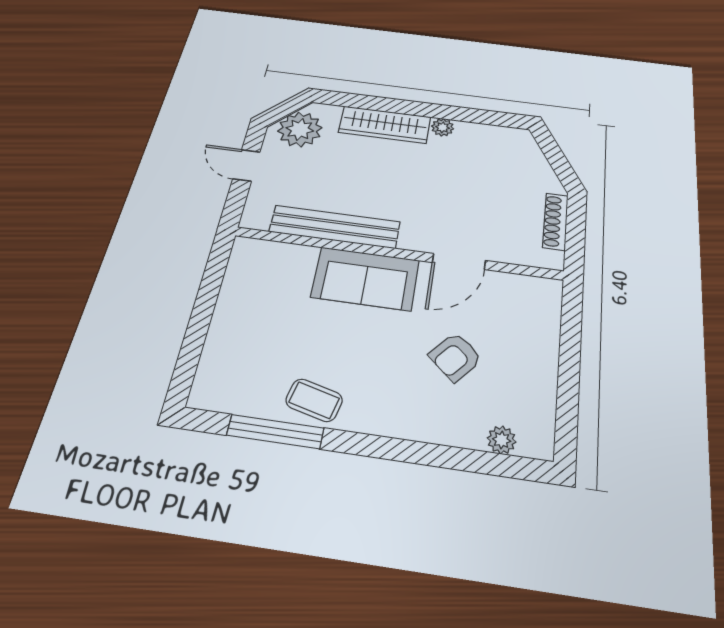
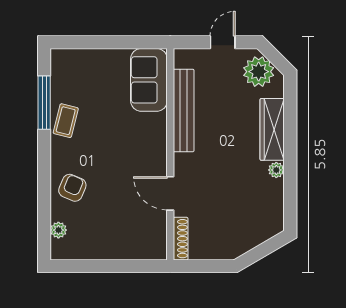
shoe rack: (555, 221) -> (181, 239), moved, turned 90
sofa: (365, 279) -> (149, 80), moved
armchair: (455, 357) -> (72, 188), moved, turned 72

